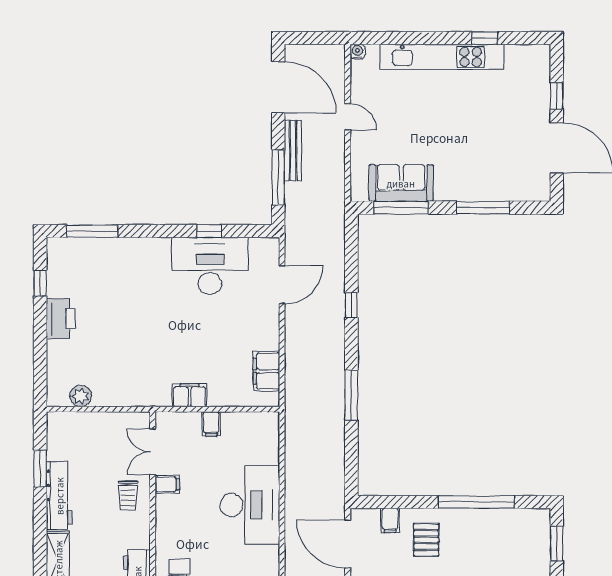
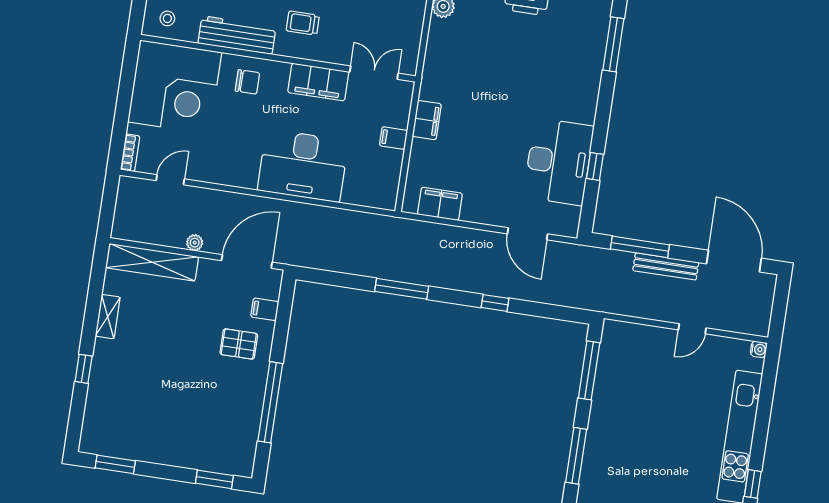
door: (278, 87) -> (734, 261), swing flipped
sofa: (401, 183) -> (615, 374), removed
filing cabinet: (167, 484) -> (318, 82), width x3.00, depth x1.17
trolley: (128, 496) -> (303, 23), moved

